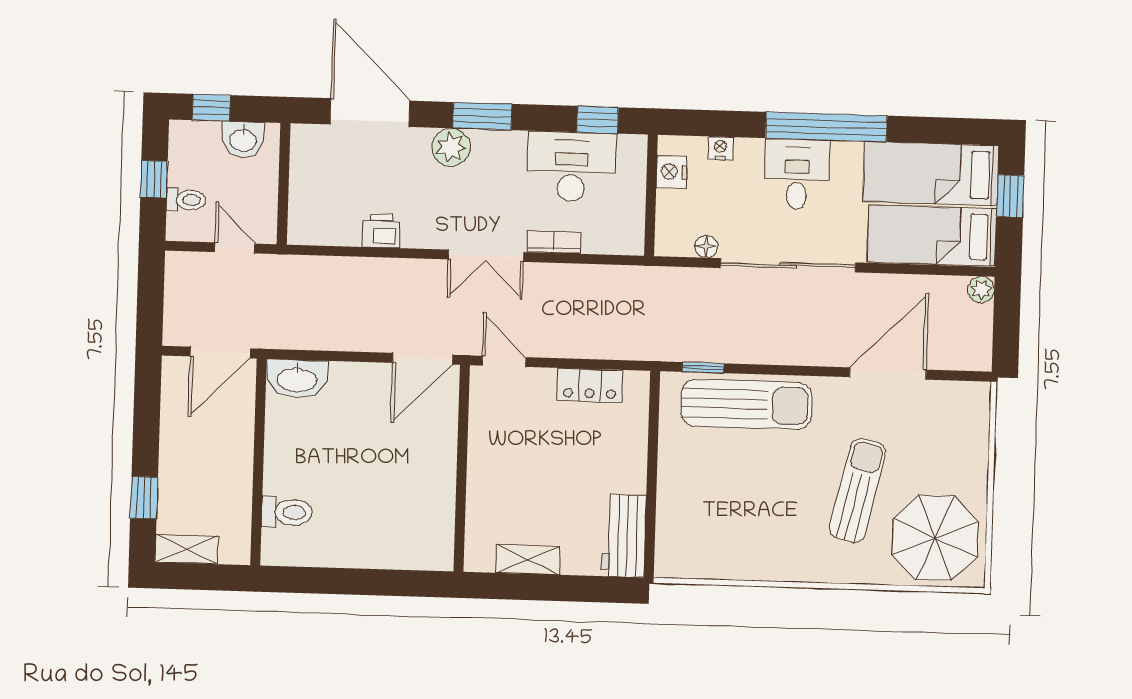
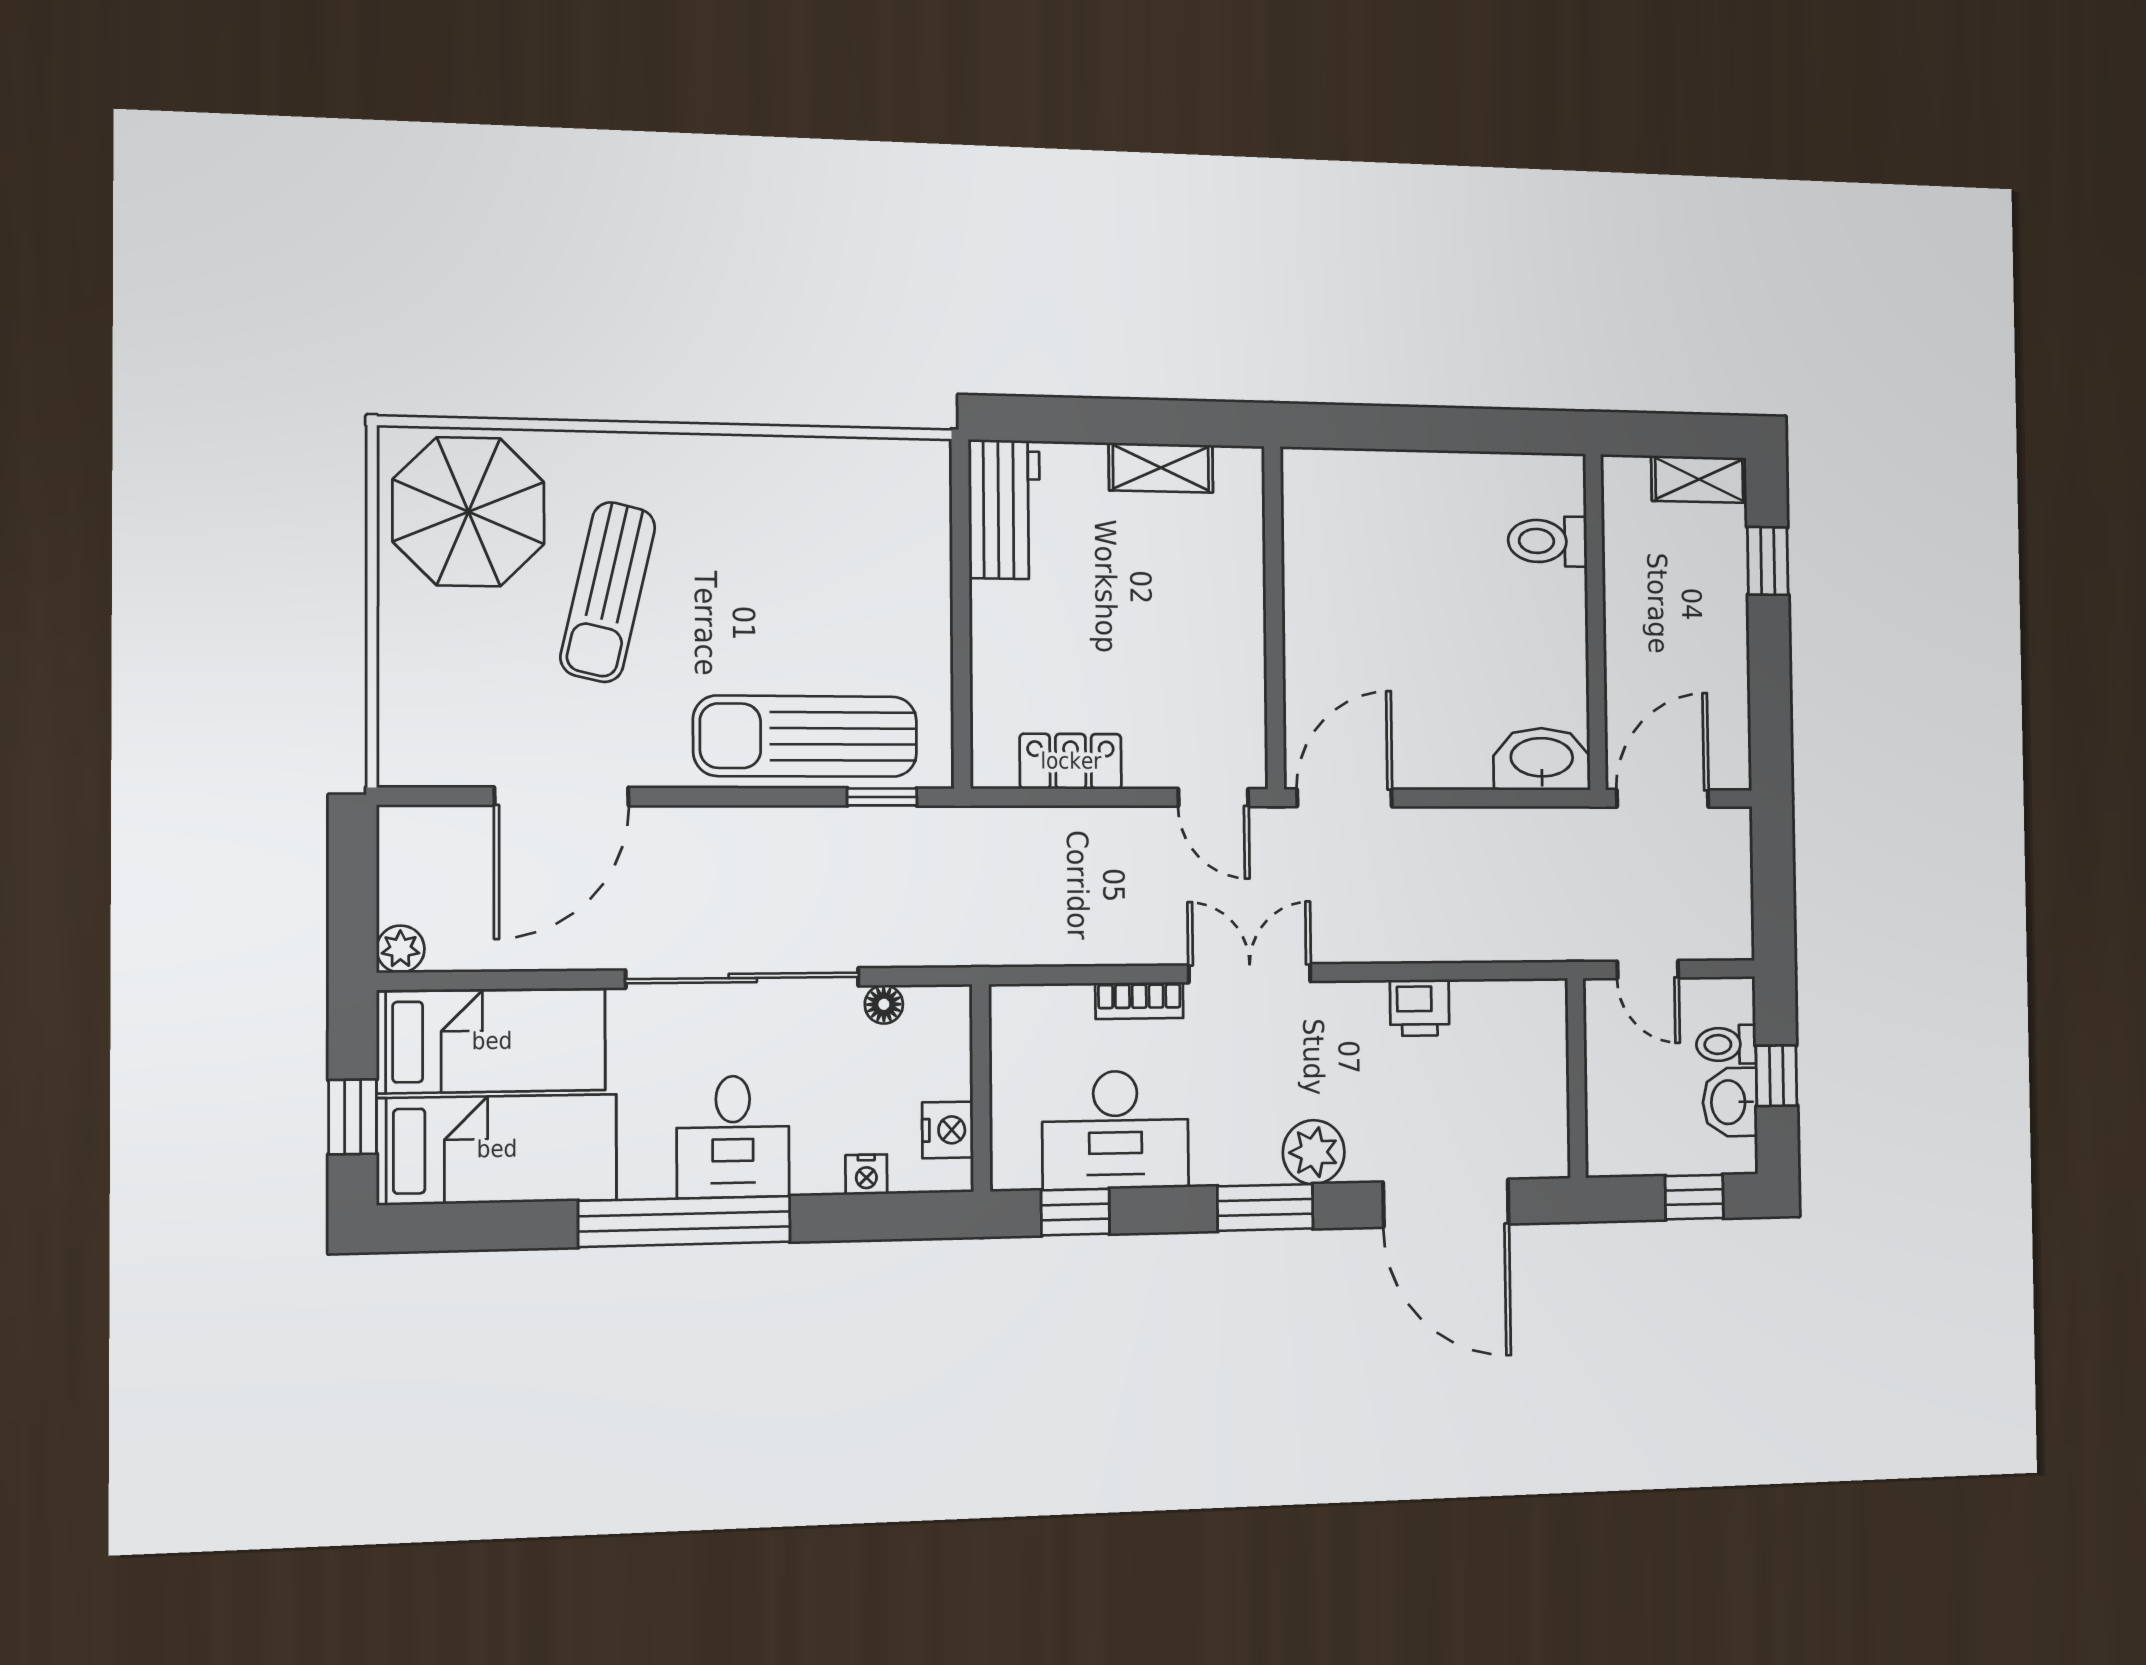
washbasin: (243, 139) -> (1730, 1102), moved, turned -90

